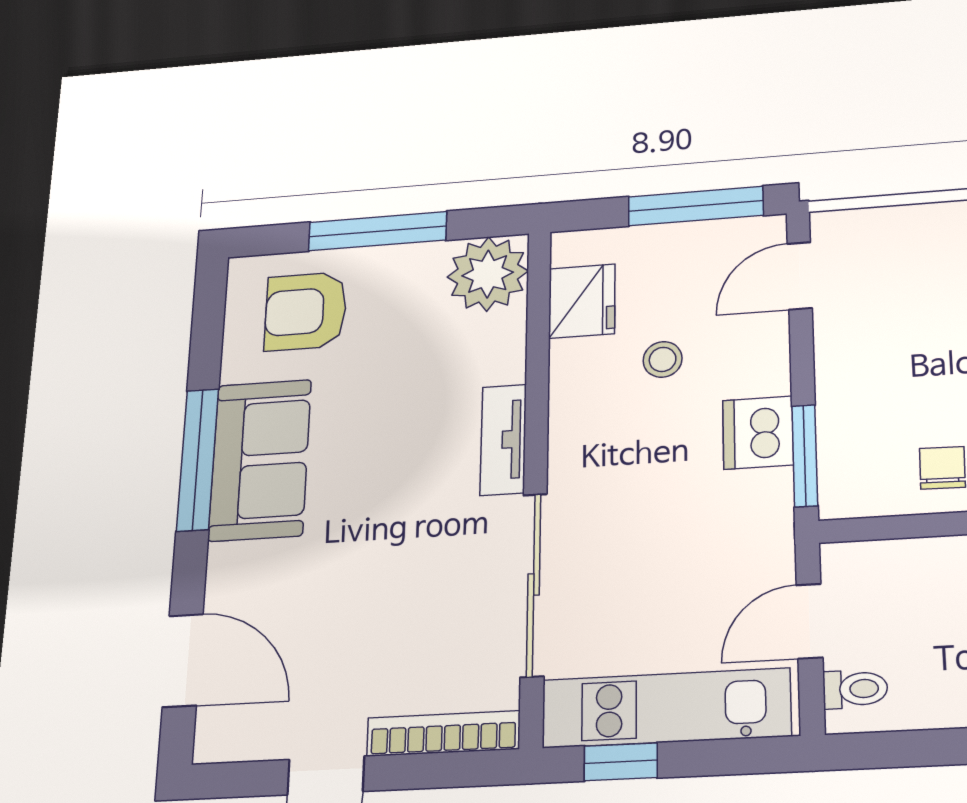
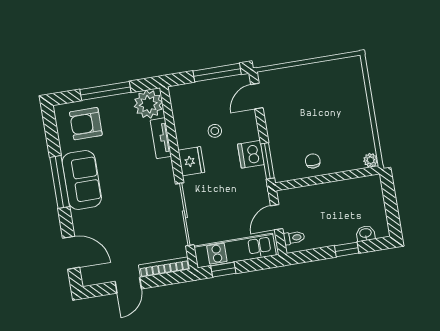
fridge: (582, 301) -> (191, 161), moved
tv unit: (503, 440) -> (161, 138), moved

